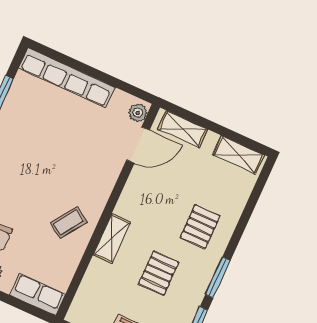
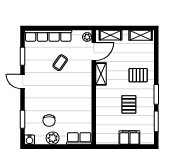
coffee table: (69, 222) -> (60, 63), moved
pallet: (200, 227) -> (138, 75), turned 90
shelving: (112, 239) -> (101, 74), moved

